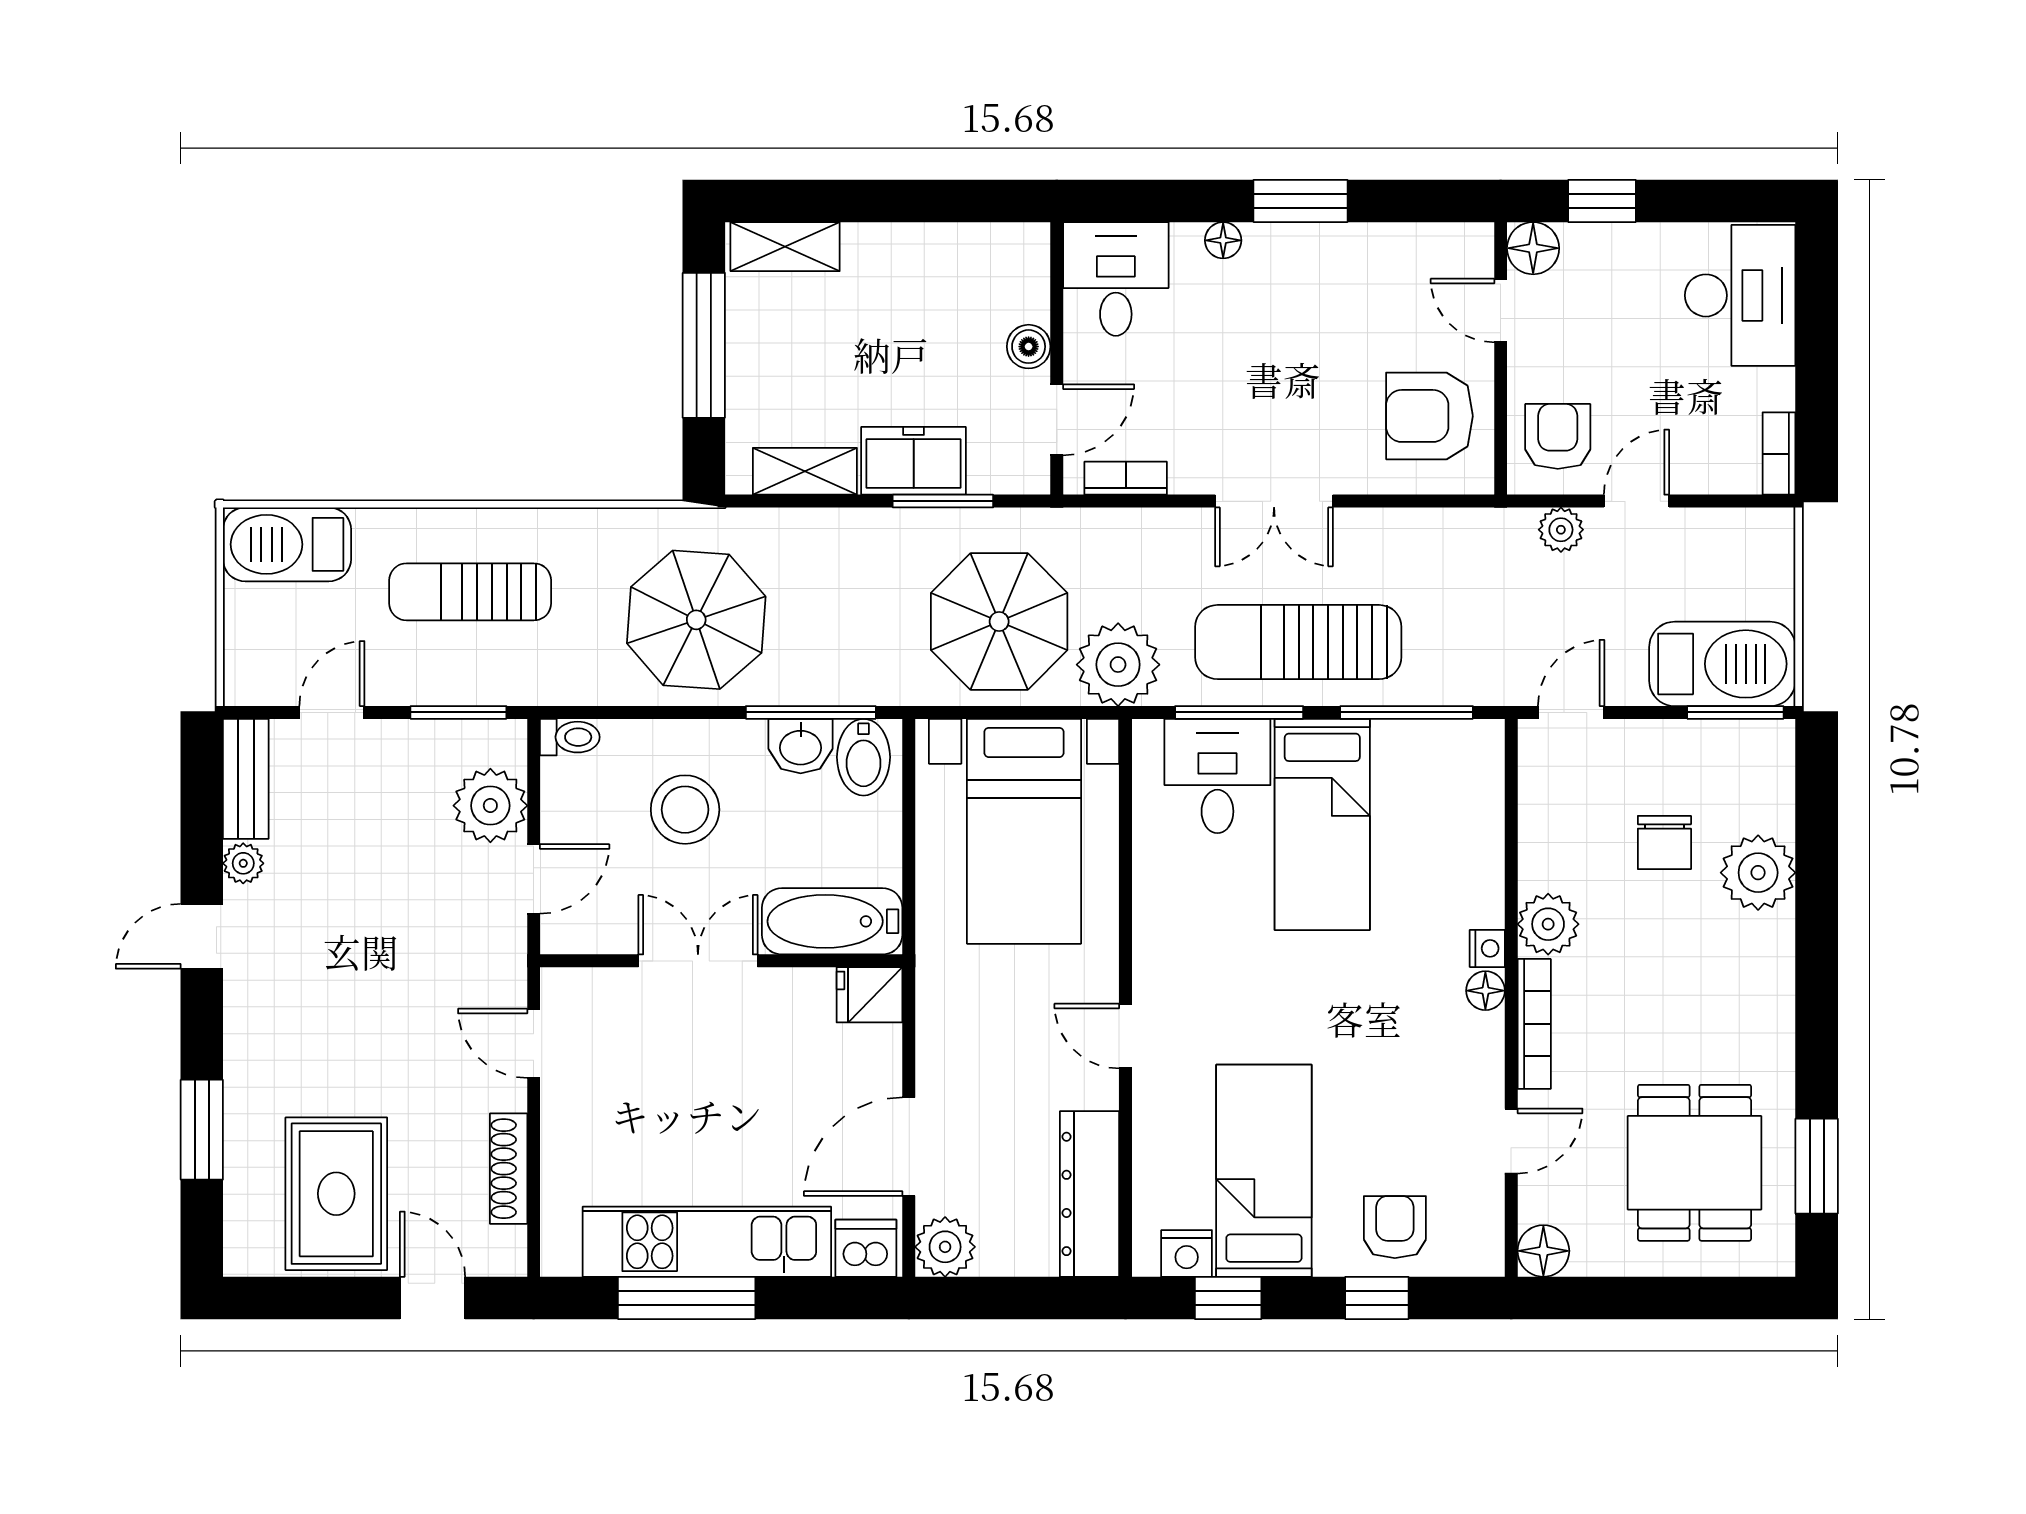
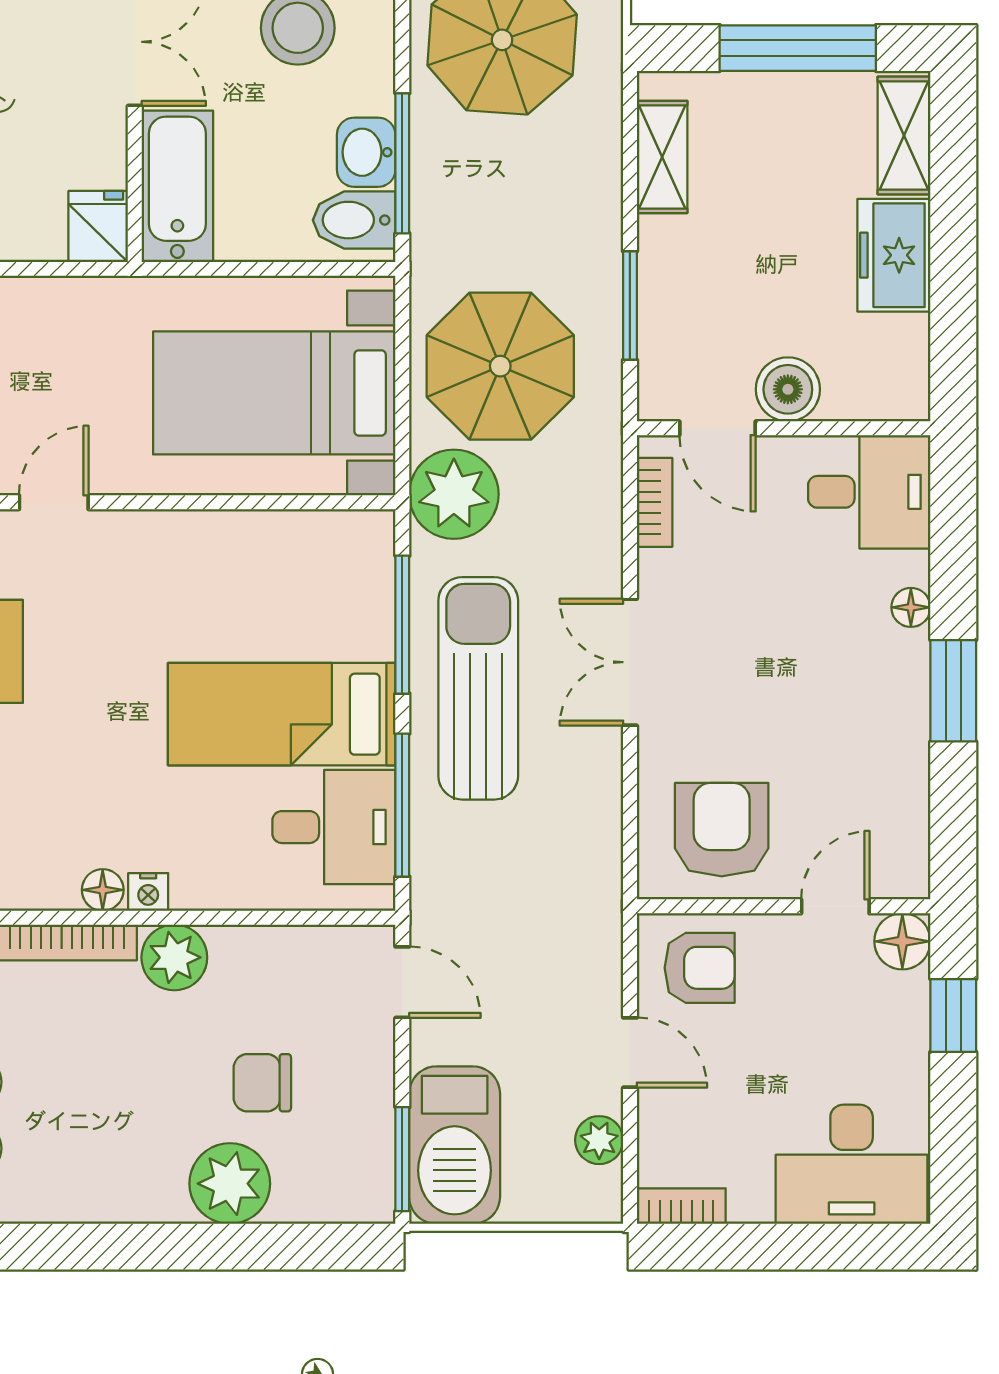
boiler: (1029, 347) -> (788, 389), width x1.36, depth x1.36
freezer: (914, 461) -> (894, 255), moved, turned 180
plant: (1561, 530) -> (599, 1140), moved
desk: (1217, 776) -> (334, 827), moved

